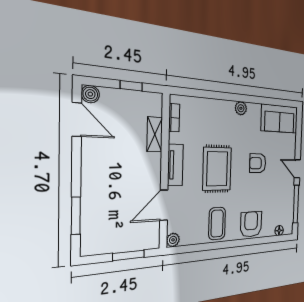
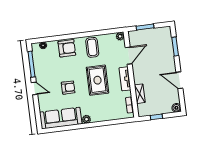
sofa: (280, 119) -> (61, 118), width x1.36
door: (77, 120) -> (179, 80), moved
armchair: (251, 224) -> (67, 48), turned -90

